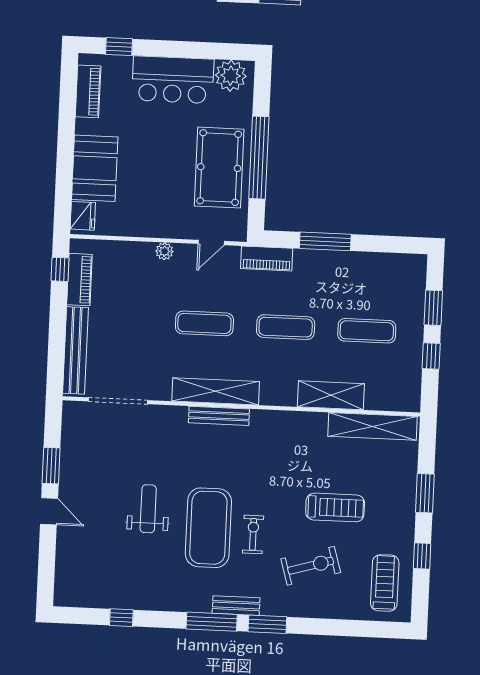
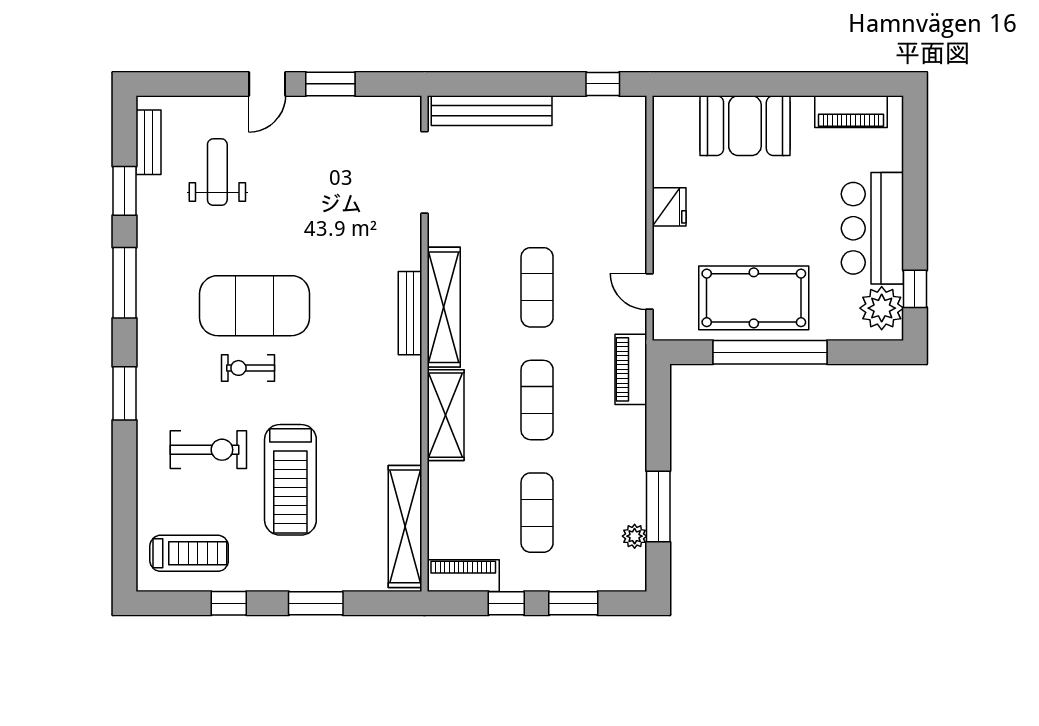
window: (119, 47) -> (915, 289), moved
fridge: (83, 216) -> (669, 207), moved, turned -90
window: (325, 241) -> (658, 507), moved
plant: (164, 251) -> (635, 536), moved
piano: (79, 280) -> (463, 576), moved, turned 180
shelving: (331, 395) -> (446, 415), moved
treadmill: (335, 507) -> (290, 480), width x1.37, depth x1.38
weight bench: (148, 509) -> (217, 172), moved, turned -90
exercise bike: (253, 534) -> (248, 368), turned 180
exercise bike: (311, 566) -> (208, 450), turned -74
bench: (236, 606) -> (148, 142), moved
window: (121, 618) -> (125, 191), width x1.50
window: (212, 622) -> (125, 283), moved

